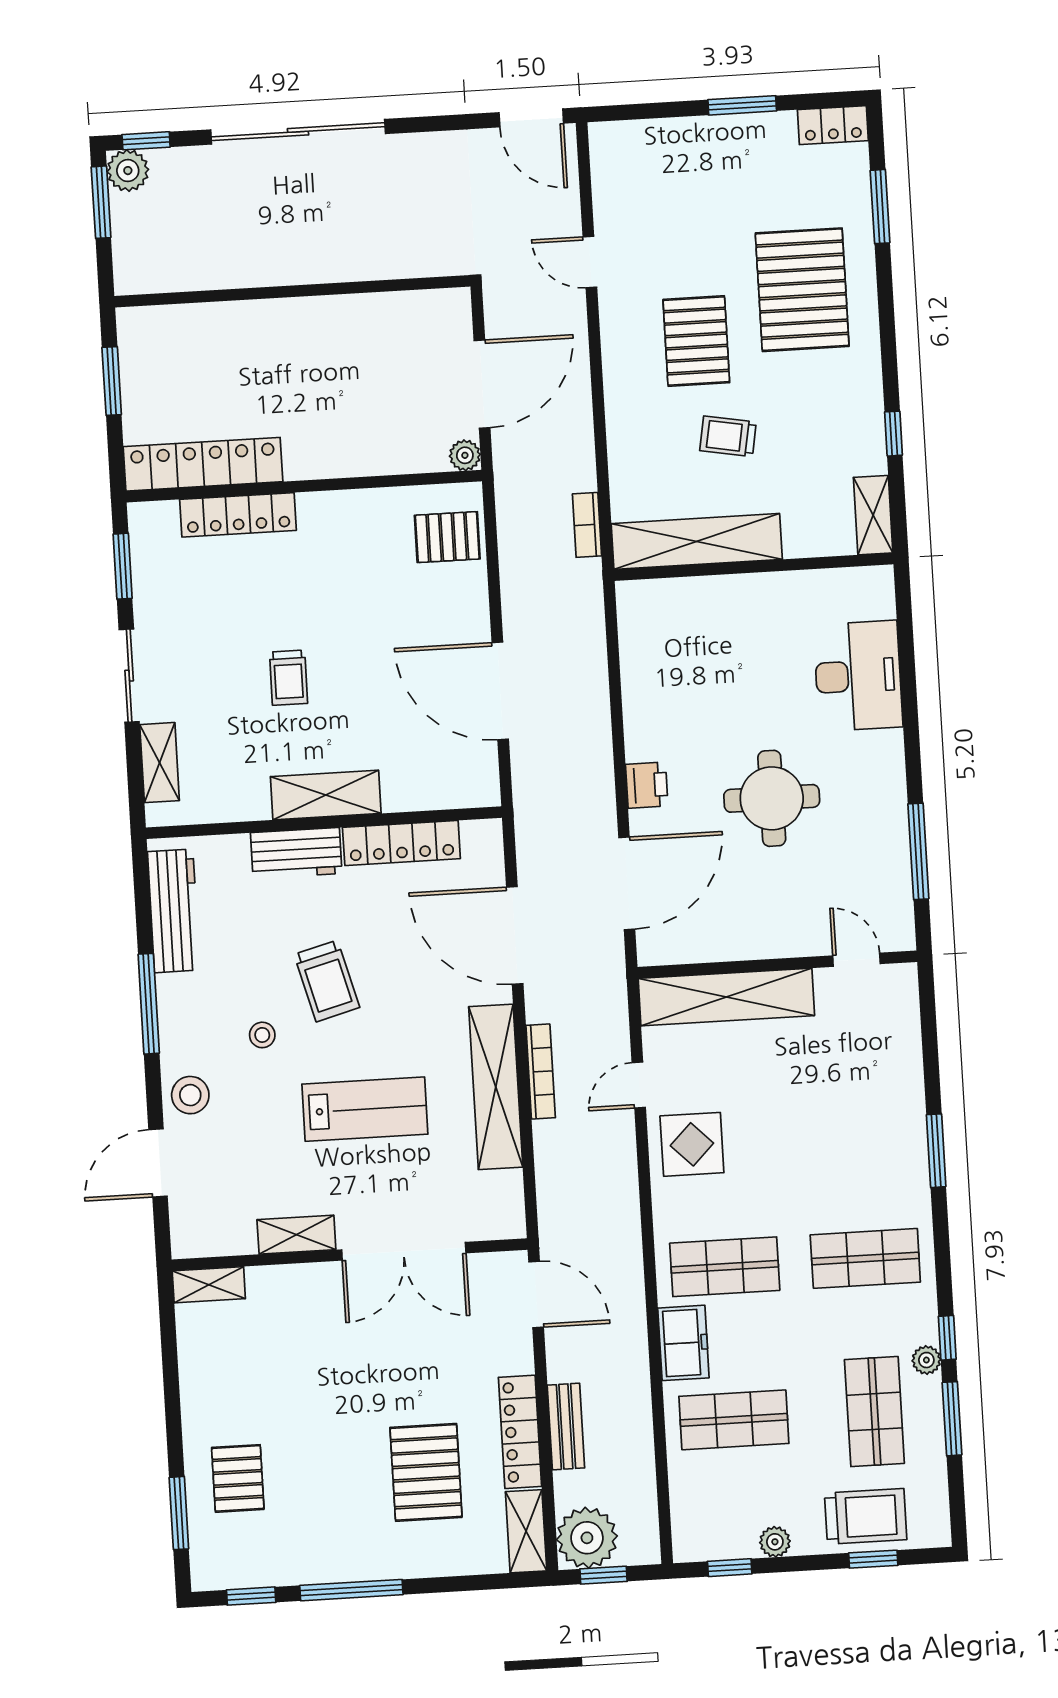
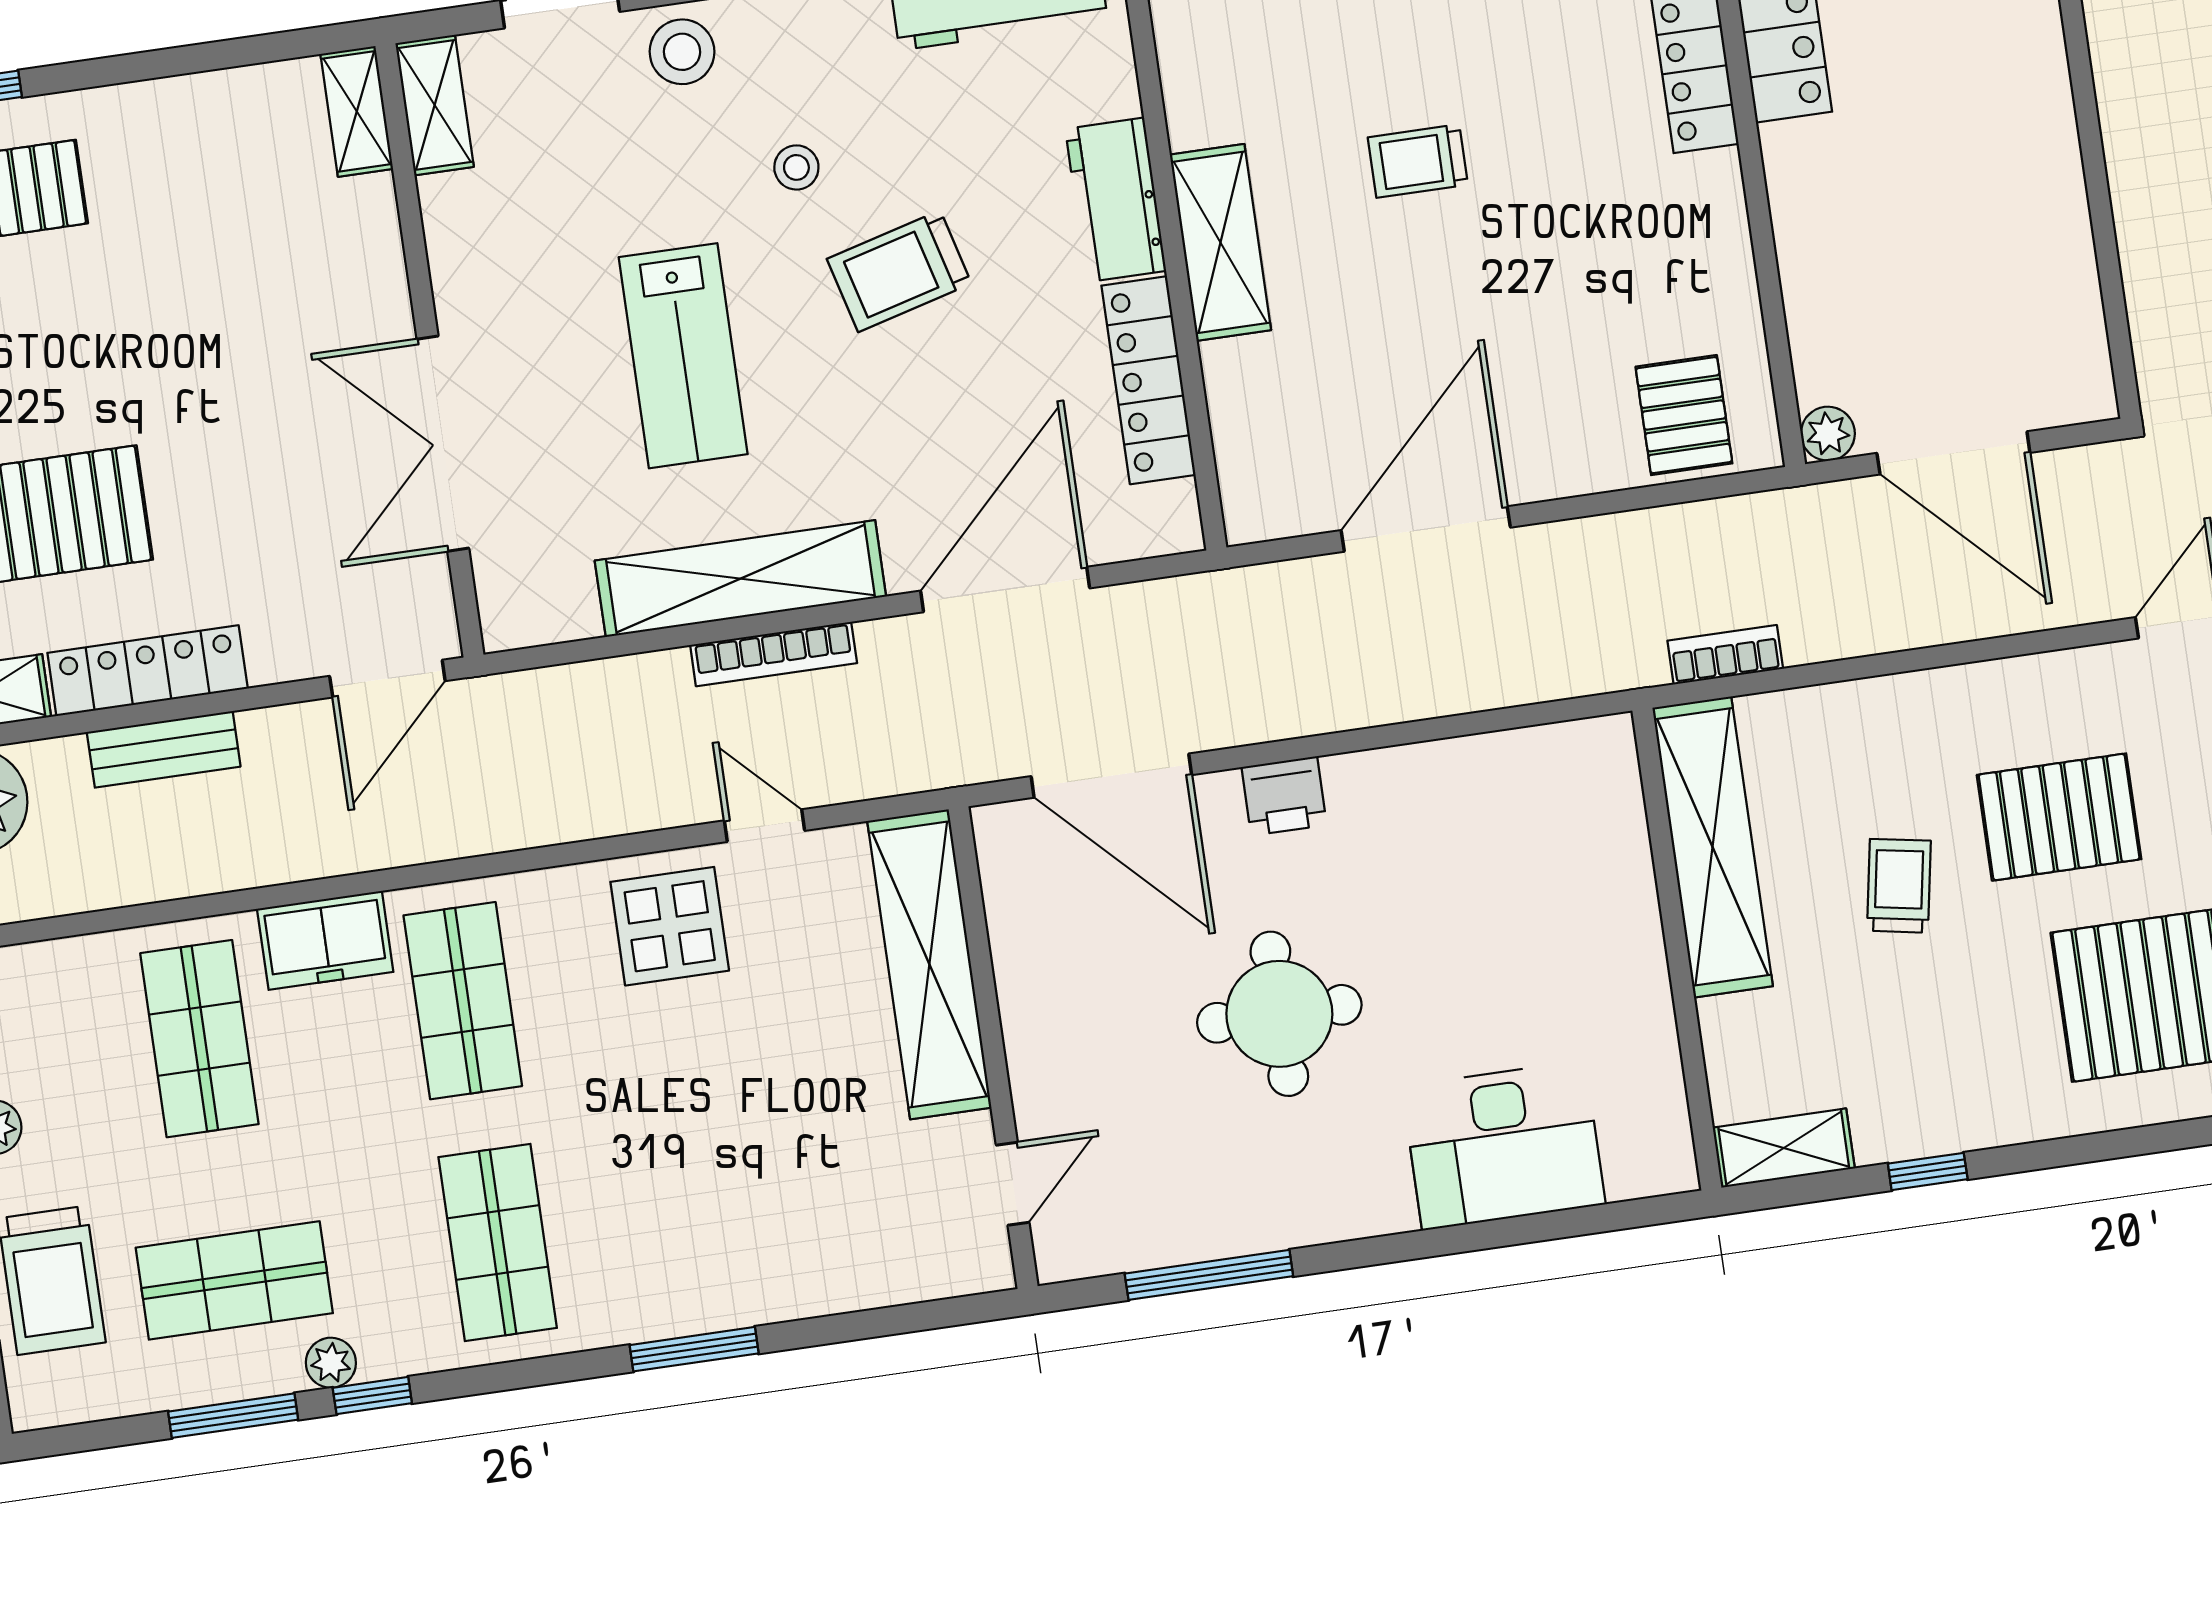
shelving: (296, 1235) -> (435, 105), moved

